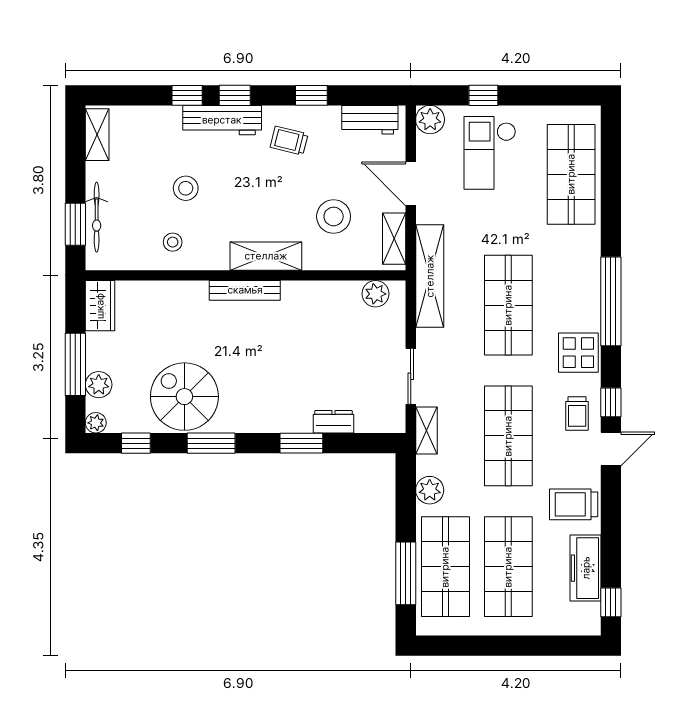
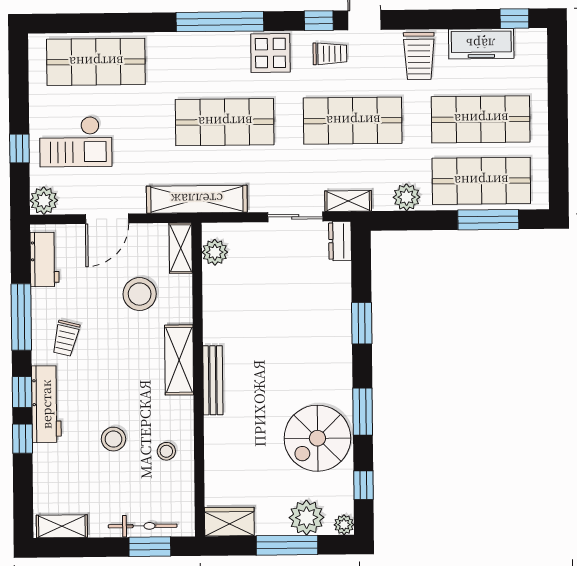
window: (311, 95) -> (21, 317), width x2.17
shelving: (394, 239) -> (181, 248), moved, turned 90
plant: (99, 385) -> (307, 518), width x1.36, depth x1.36
dresser: (333, 422) -> (340, 241), moved

